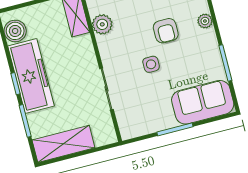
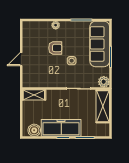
plant: (102, 24) -> (104, 82), moved
sofa: (203, 102) -> (100, 44), width x1.36
shelving: (63, 144) -> (103, 106), moved

